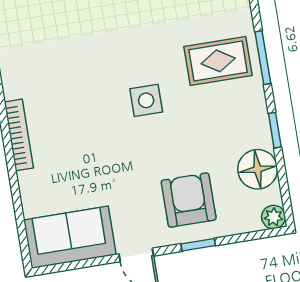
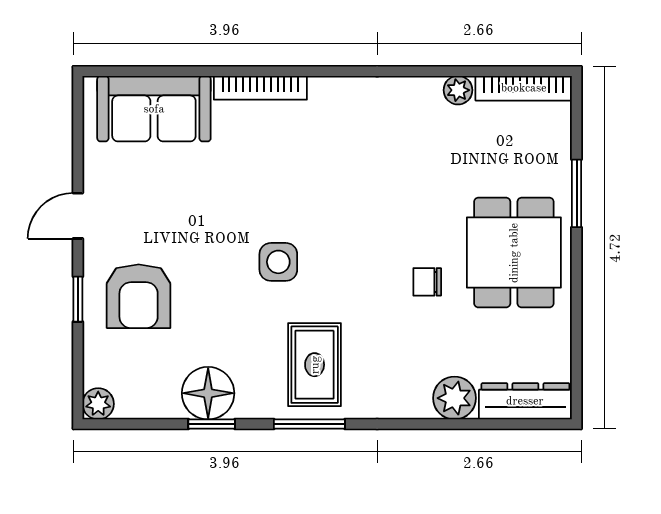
floor lamp: (258, 169) -> (208, 393), moved
armchair: (189, 200) -> (139, 296), turned 90
sofa: (70, 237) -> (154, 109), moved, turned 90

